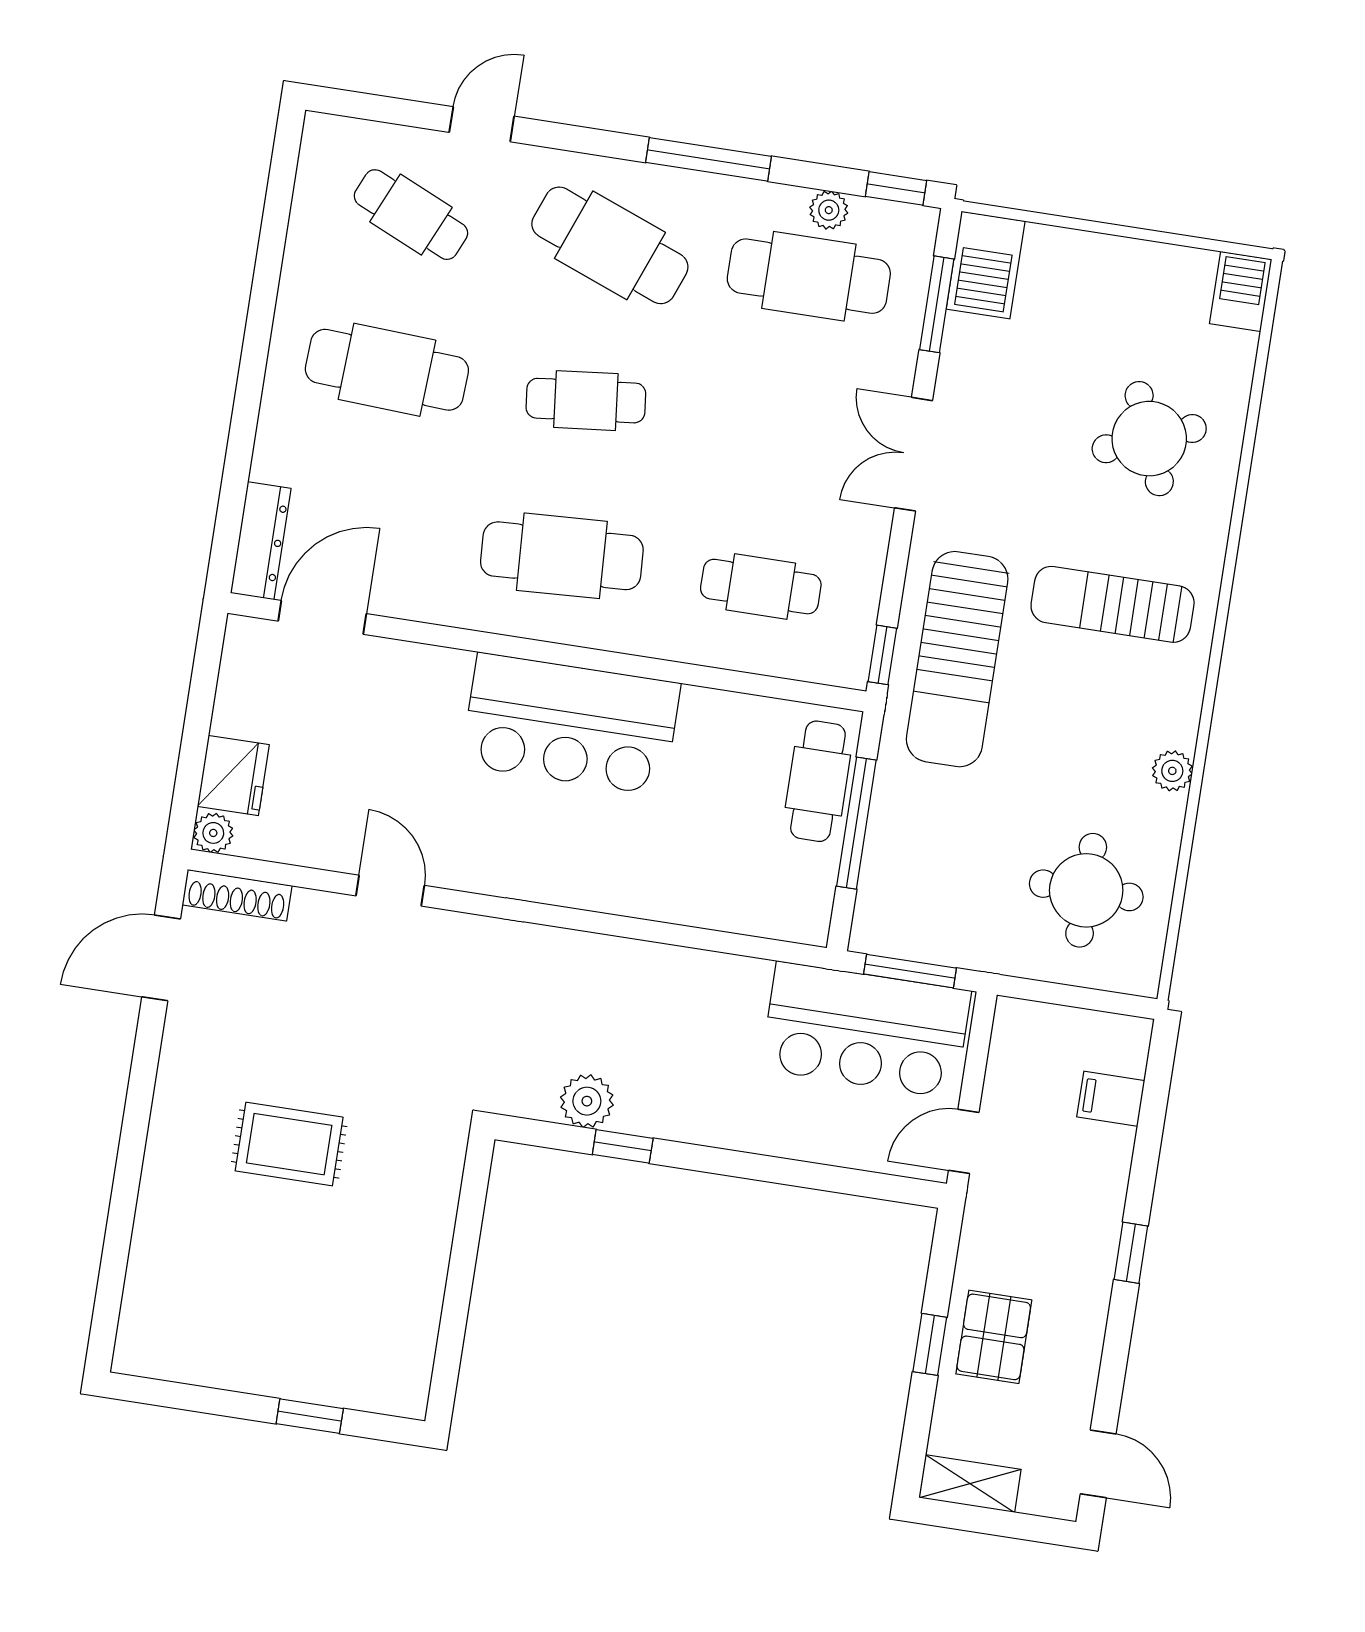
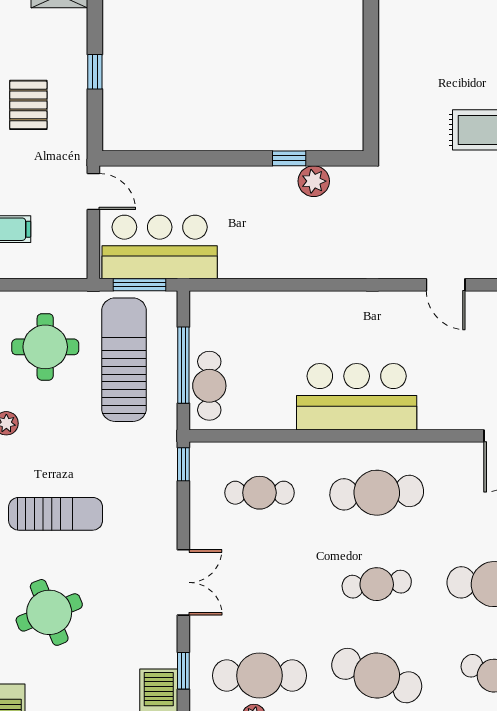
window: (937, 304) -> (183, 671), width x0.67
sun lounger: (957, 659) -> (124, 360), moved
door: (964, 1141) -> (93, 192), hinge flipped
pallet: (994, 1337) -> (28, 105), moved

